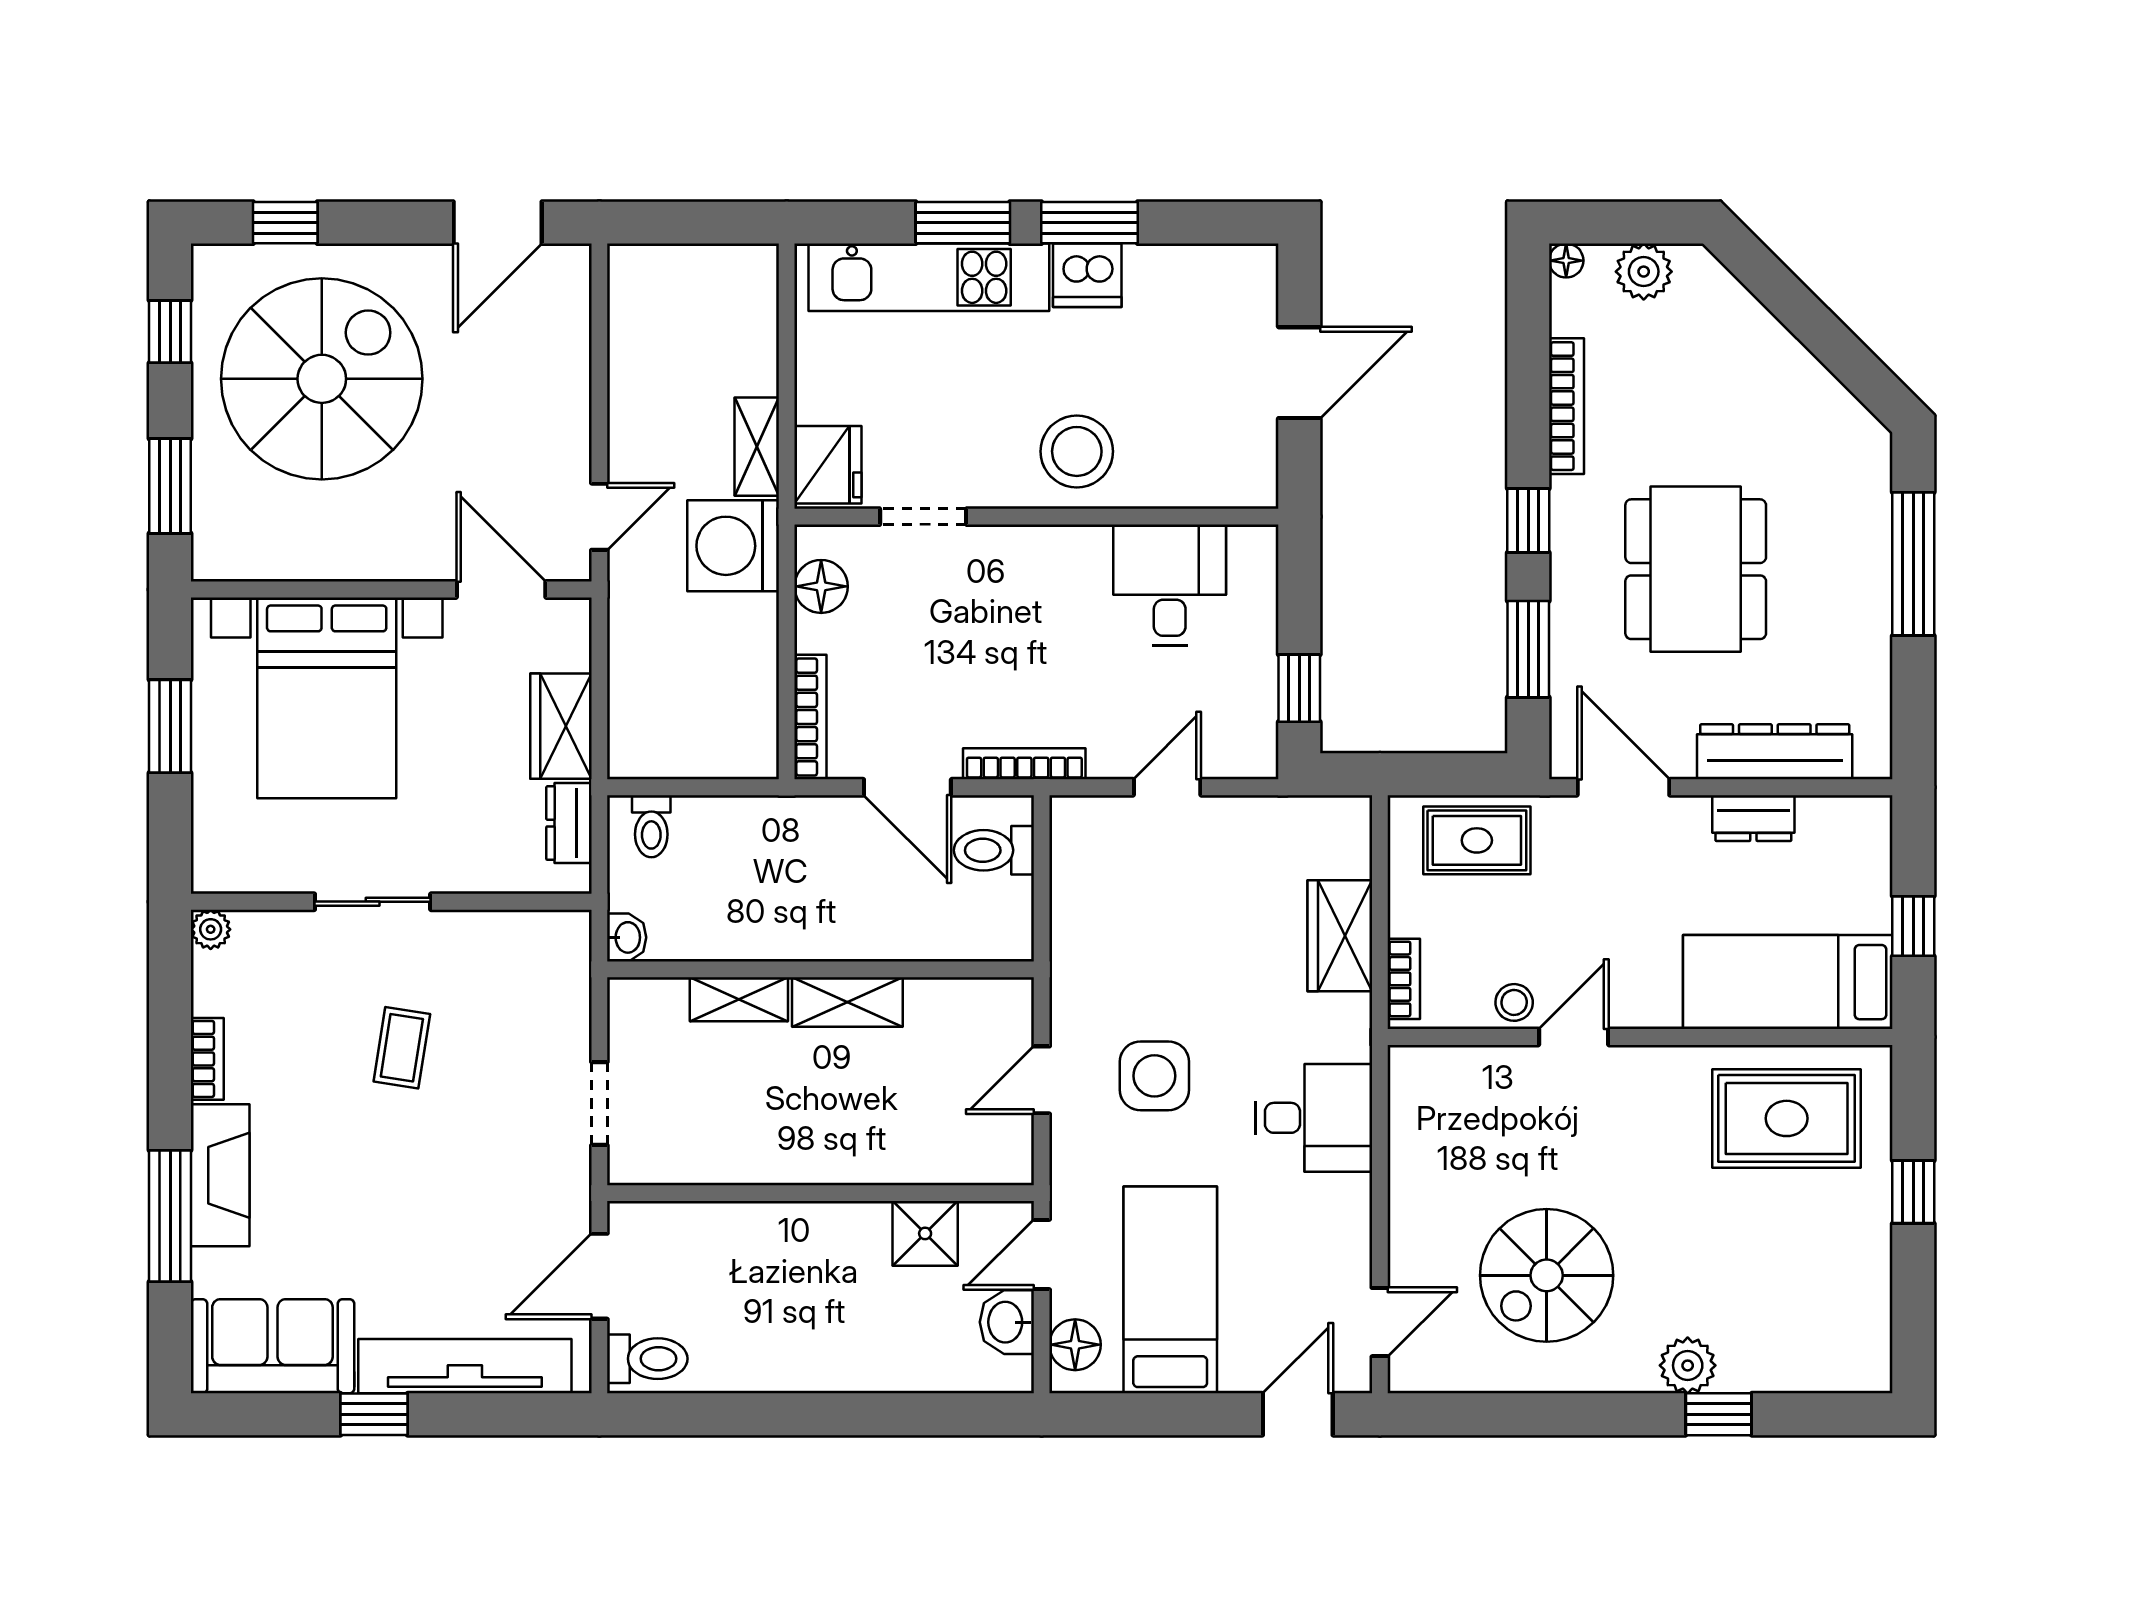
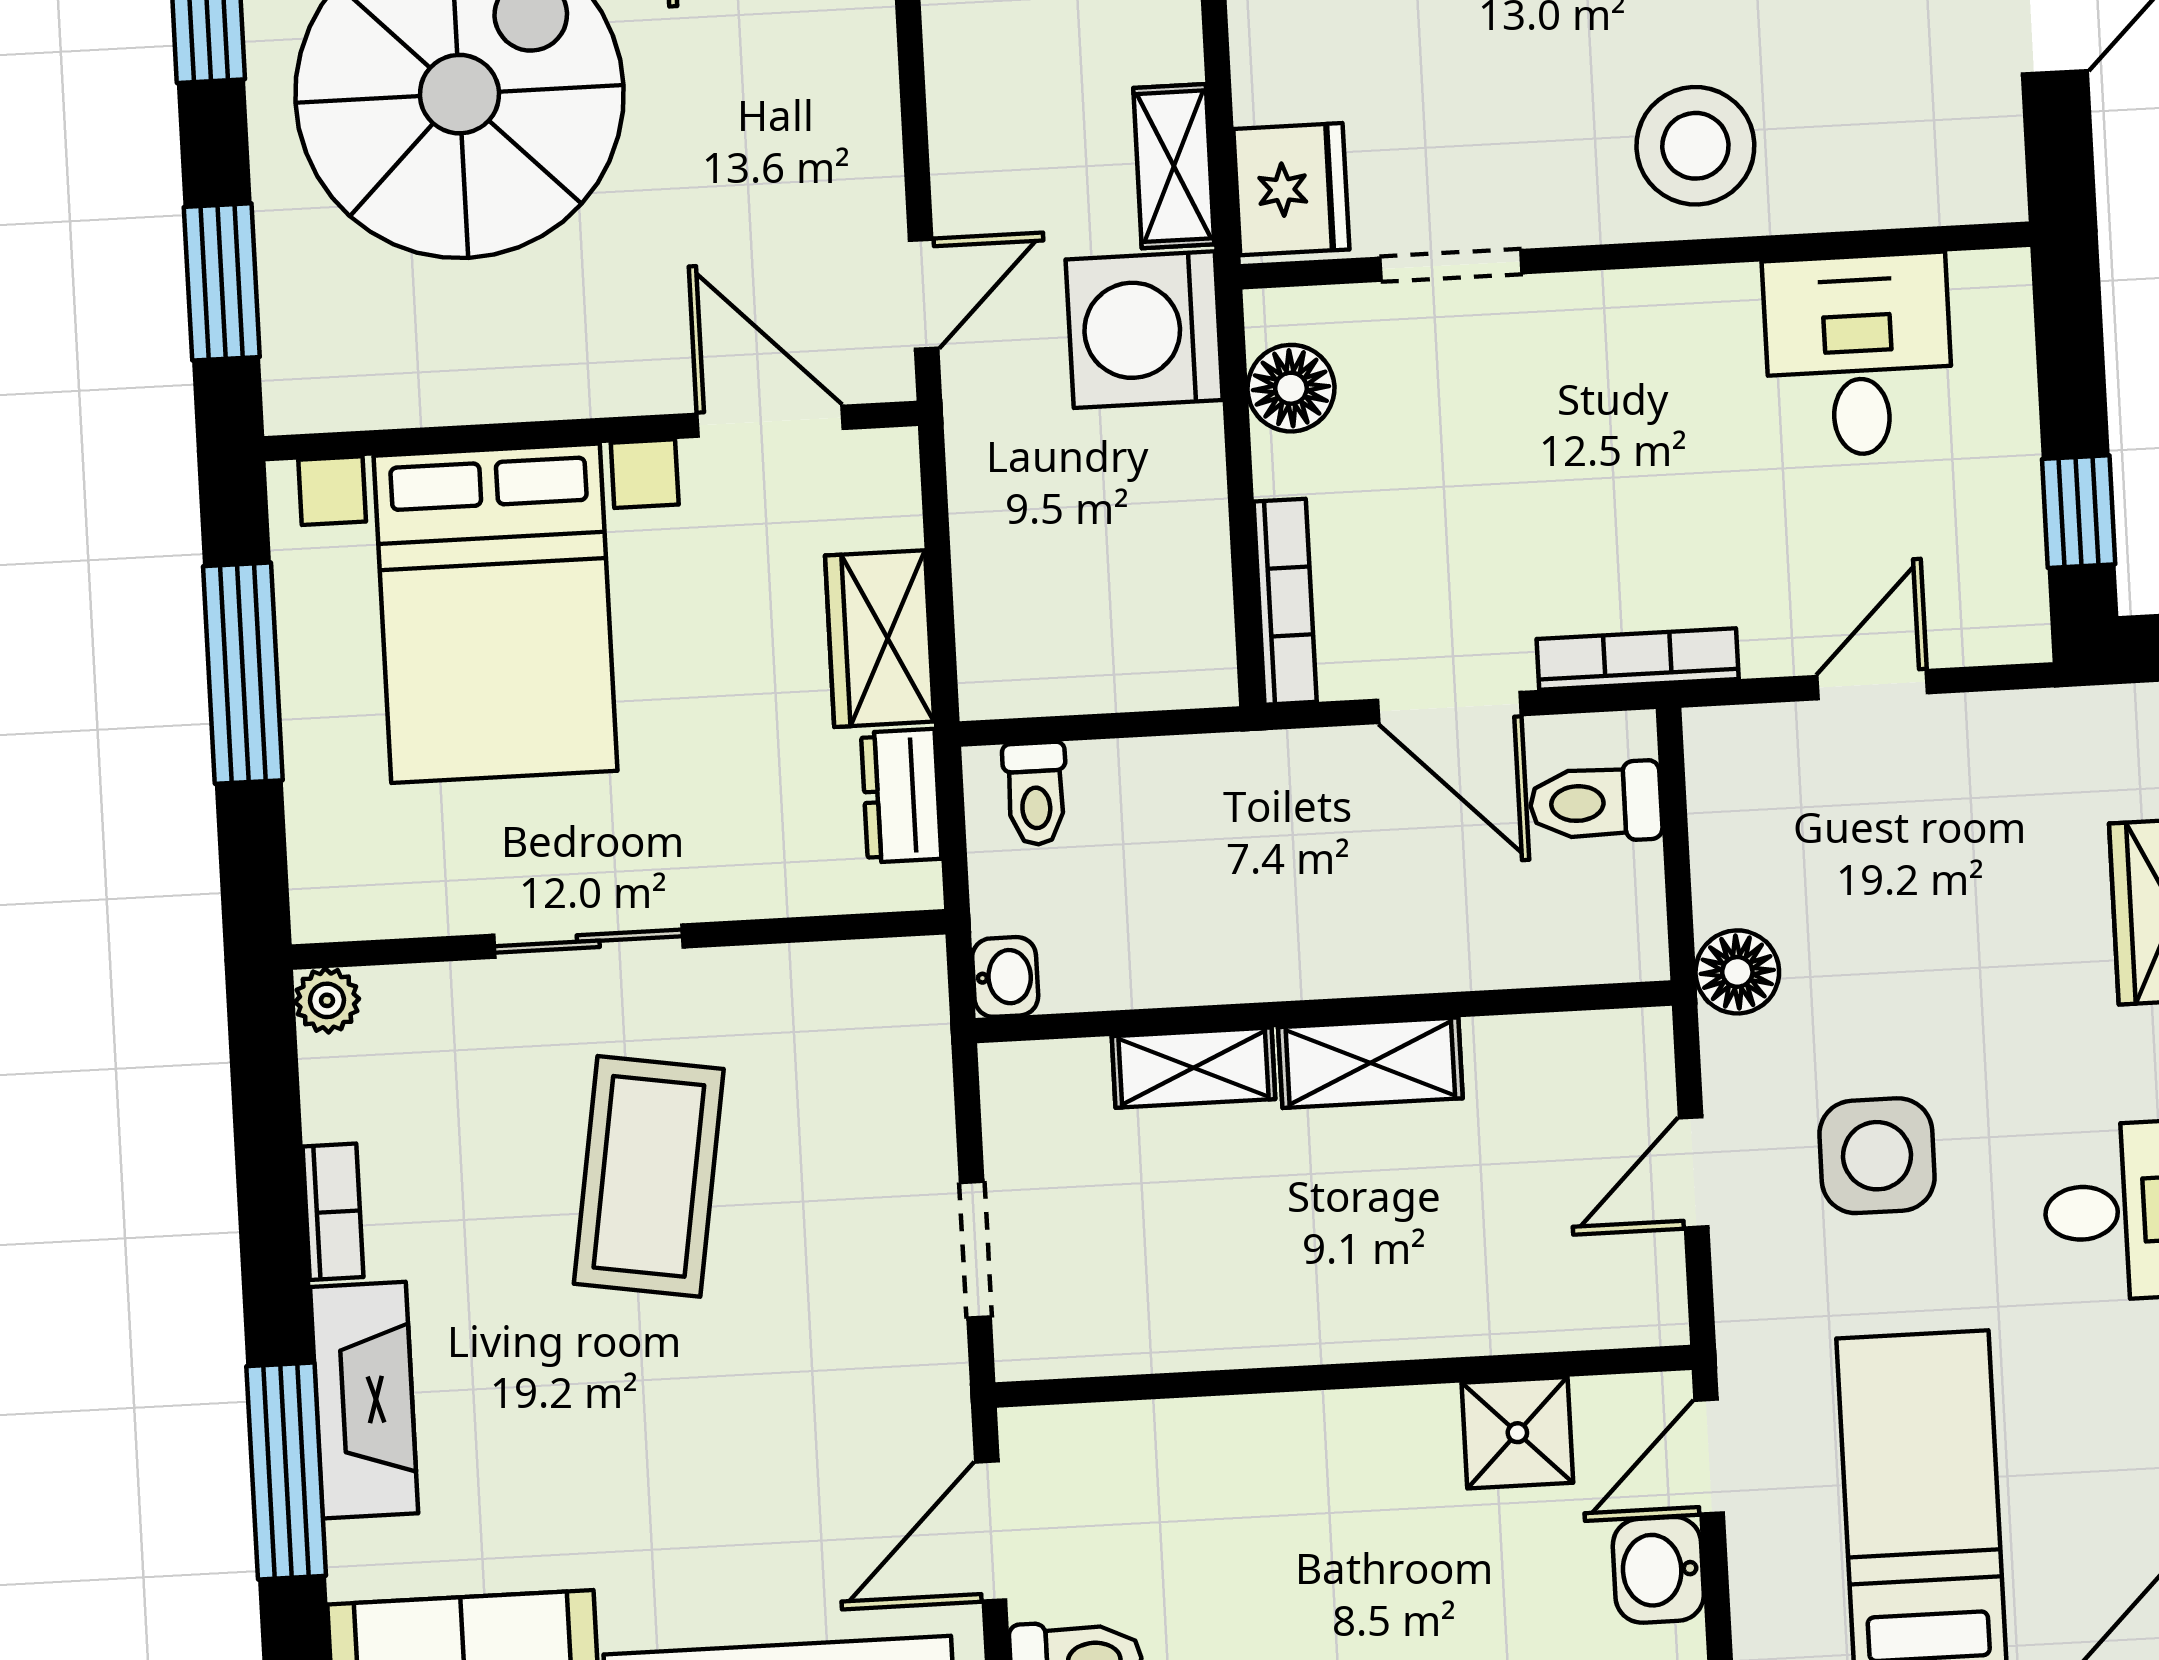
window: (170, 726) -> (243, 673), width x1.44
coffee table: (402, 1048) -> (649, 1176), width x1.86, depth x1.72
floor lamp: (1075, 1345) -> (1737, 972), moved

